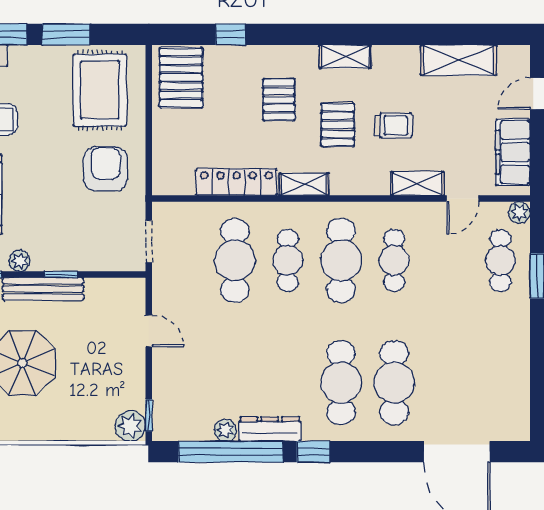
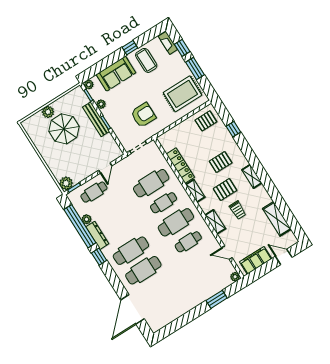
pallet: (181, 78) -> (206, 121), width x0.67, depth x0.71
armchair: (106, 169) -> (143, 115), moved
shelving: (417, 184) -> (215, 222), moved
cafe table: (500, 260) -> (94, 192), moved

